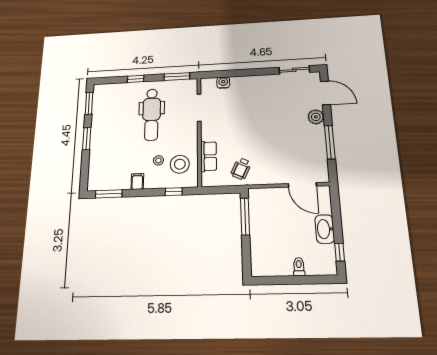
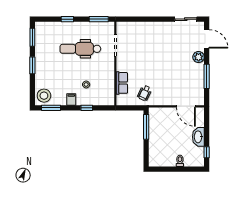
water cooler: (223, 83) -> (134, 26), removed
dental chair: (152, 114) -> (80, 49), turned 90
stool: (180, 164) -> (44, 96), moved
window: (174, 192) -> (87, 108), moved

